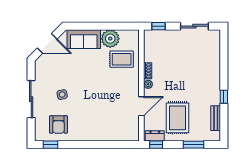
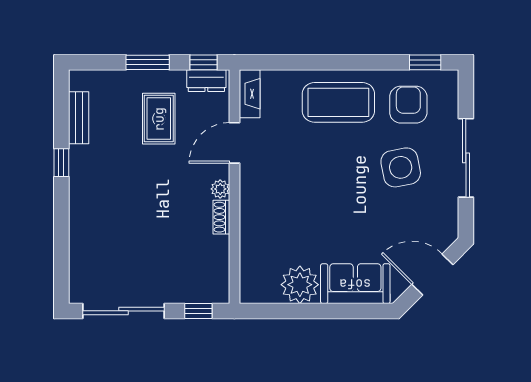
sliding door: (194, 26) -> (123, 311), width x1.37
rug: (122, 59) -> (276, 242), removed
side table: (62, 95) -> (401, 167), width x1.87, depth x1.87
rug: (177, 118) -> (159, 119), width x0.73, depth x0.70
coffee table: (92, 126) -> (338, 102), added
fireplace: (134, 130) -> (250, 94), added
window: (193, 145) -> (148, 62), moved

